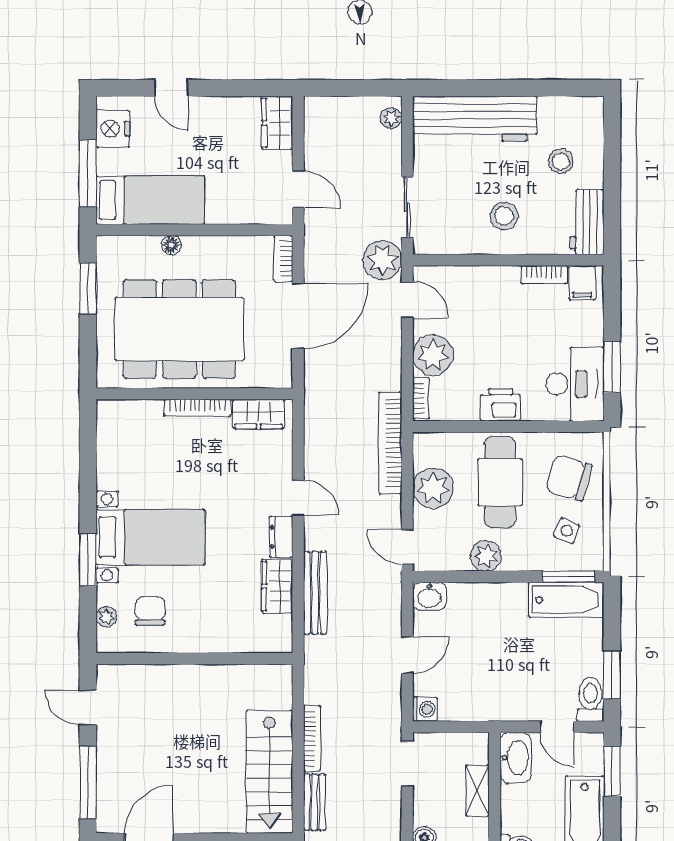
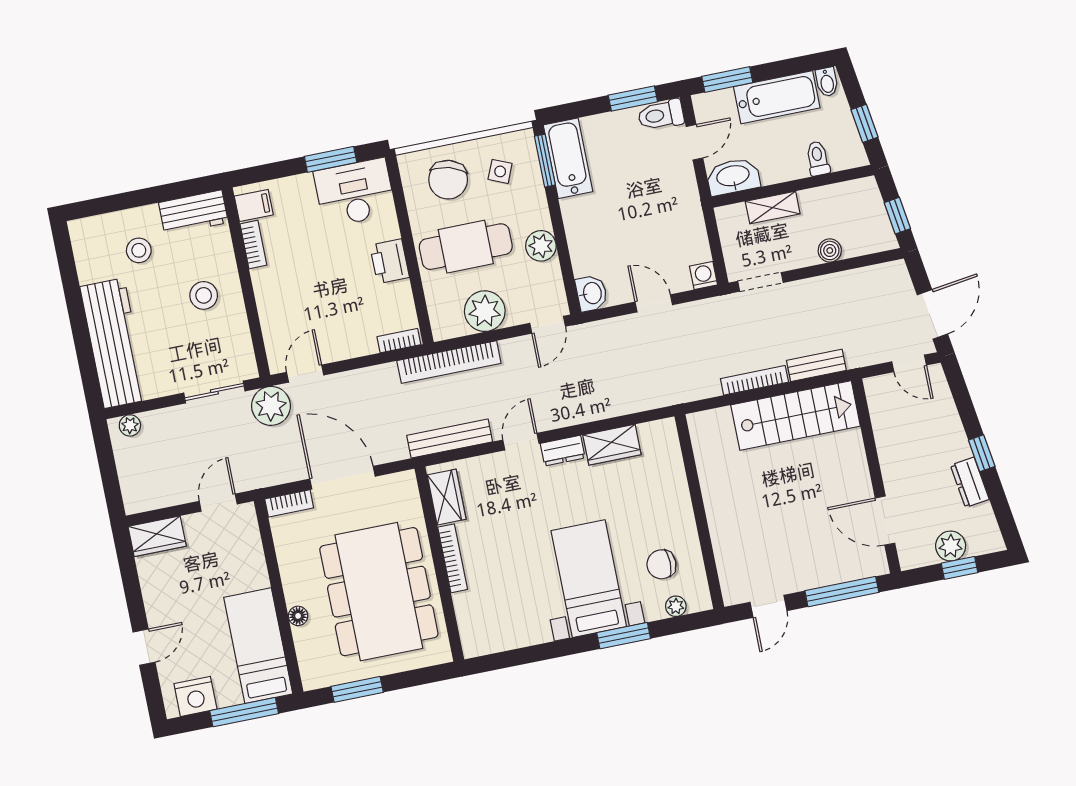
plant: (433, 355) -> (354, 337), removed
bench: (315, 593) -> (450, 439), moved

